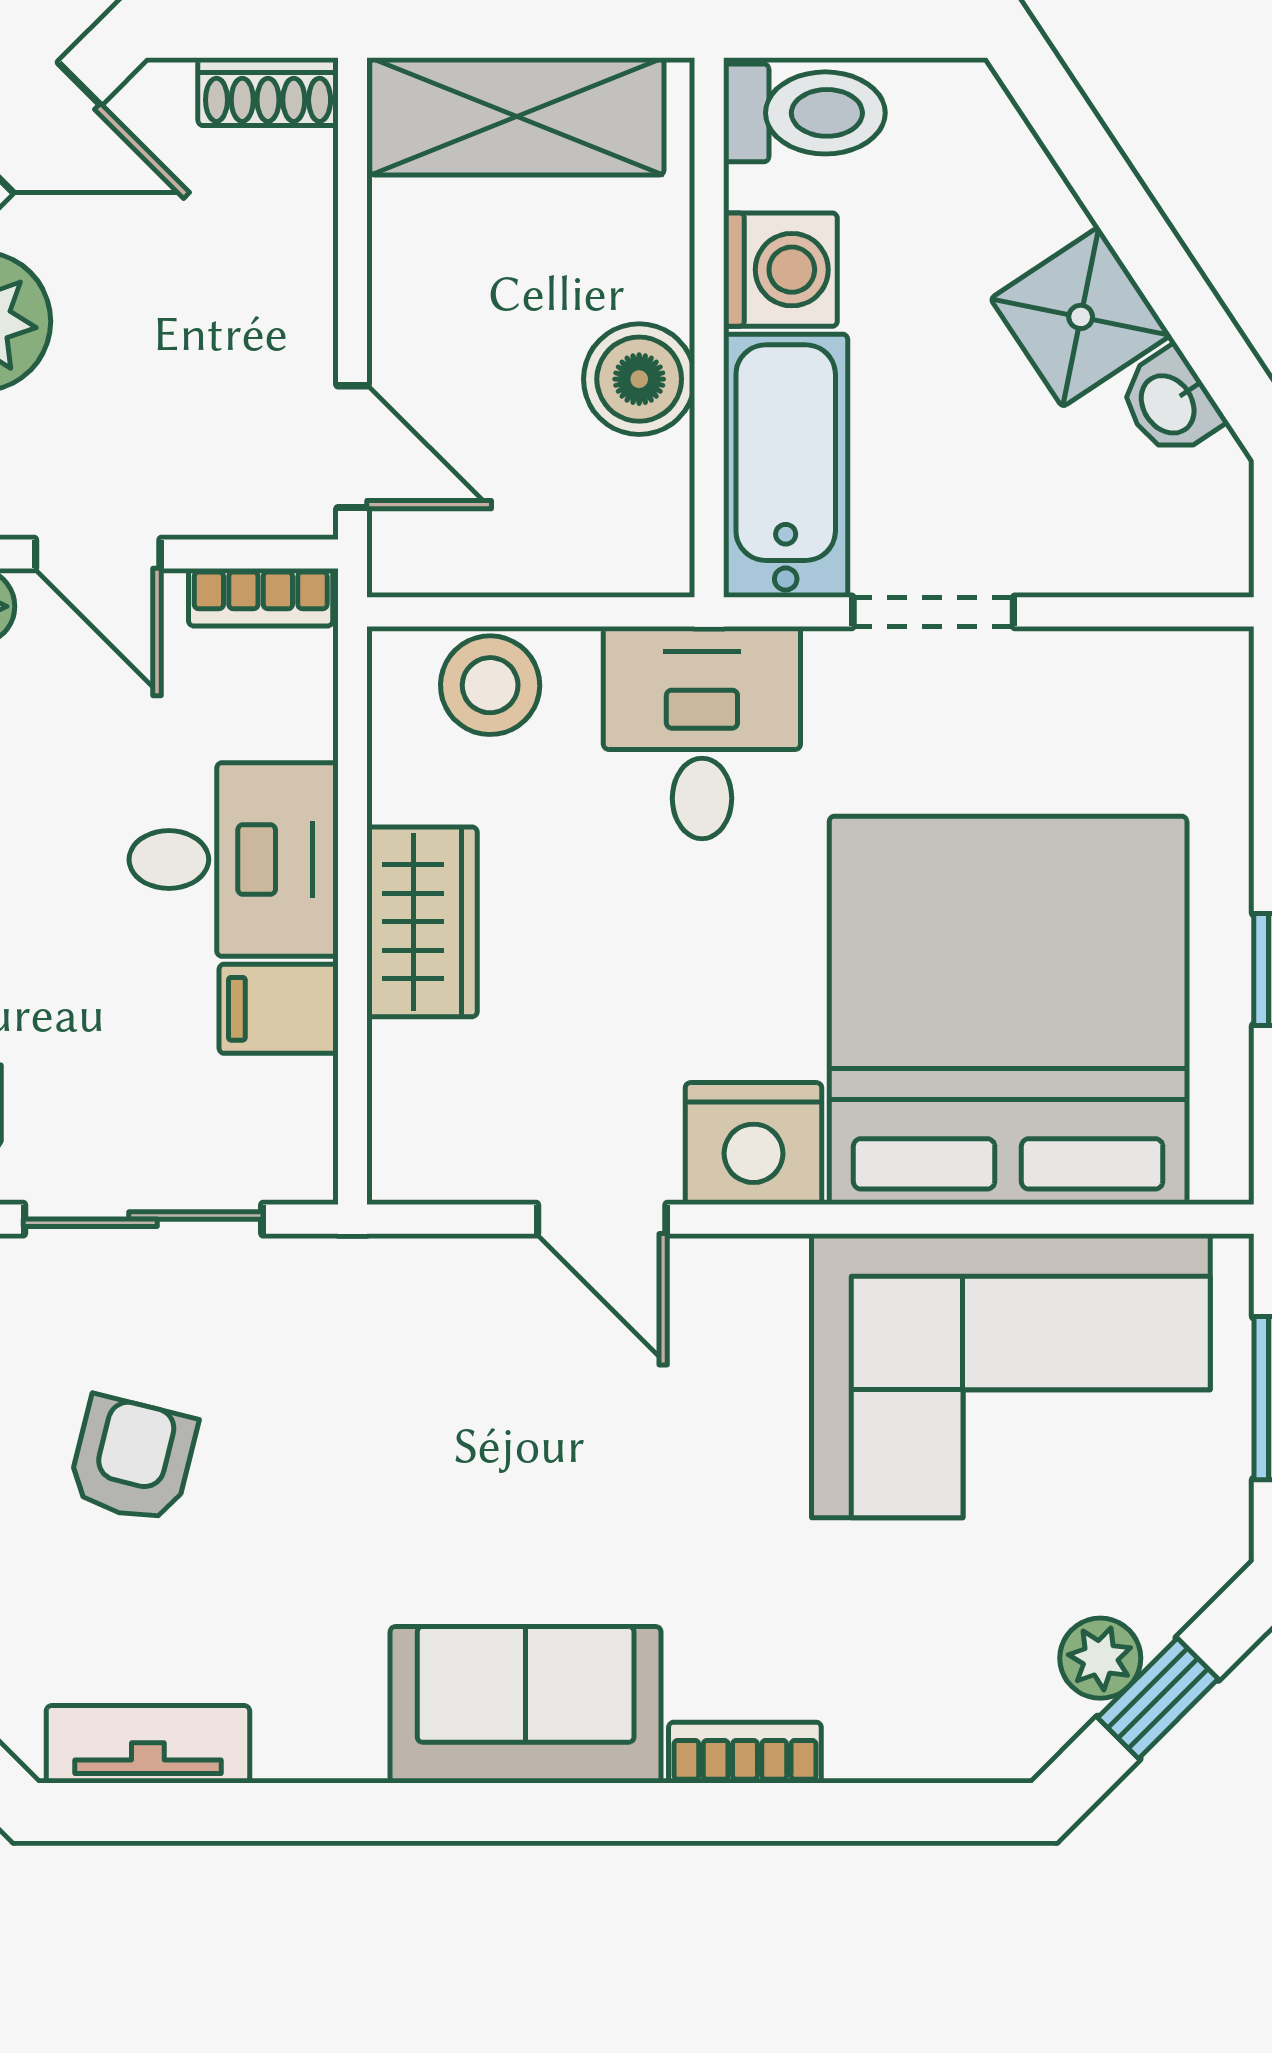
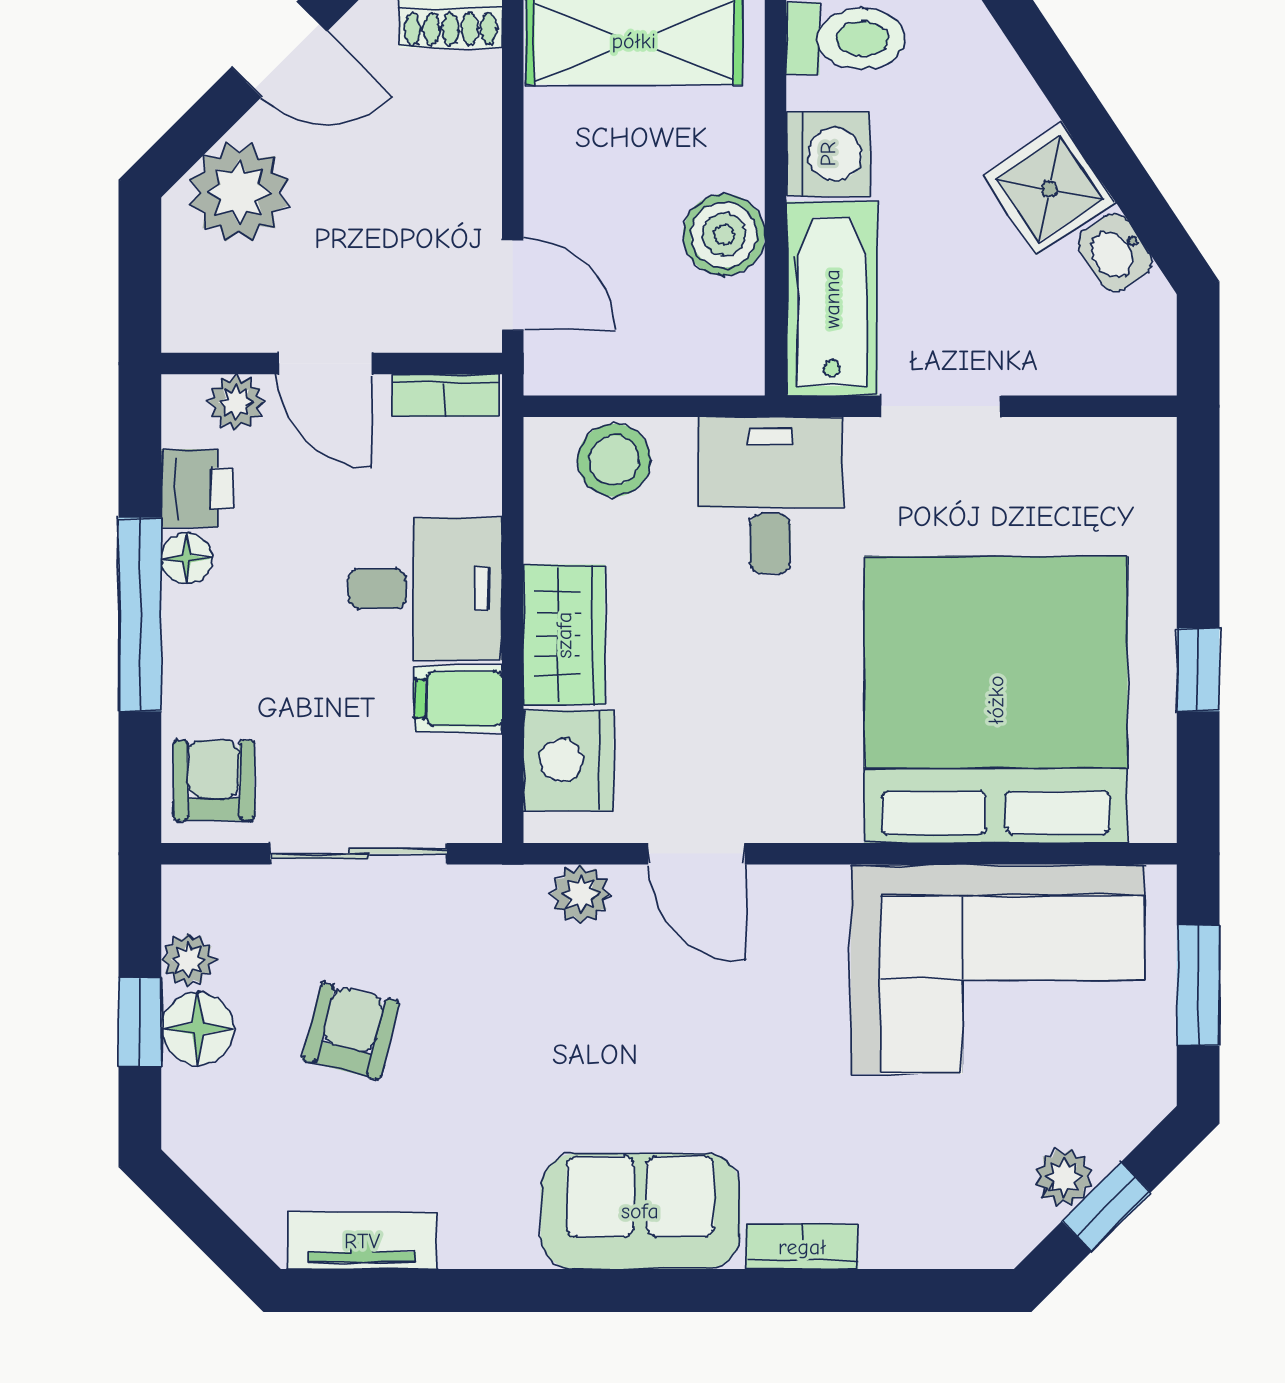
nightstand: (753, 1144) -> (568, 760), moved, turned 90
plant: (444, 1274) -> (581, 894), added

